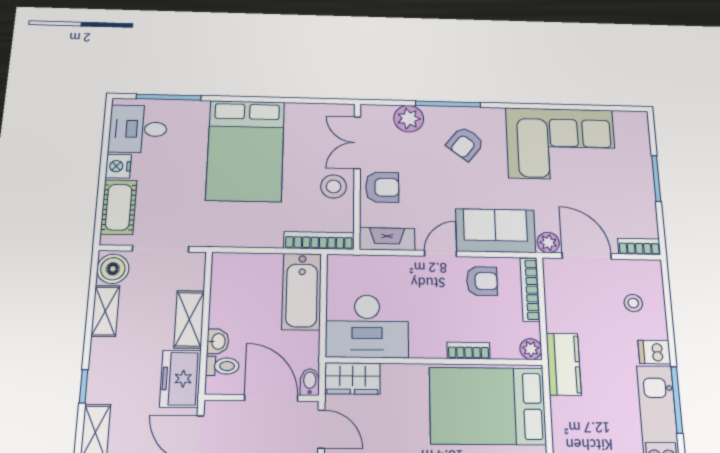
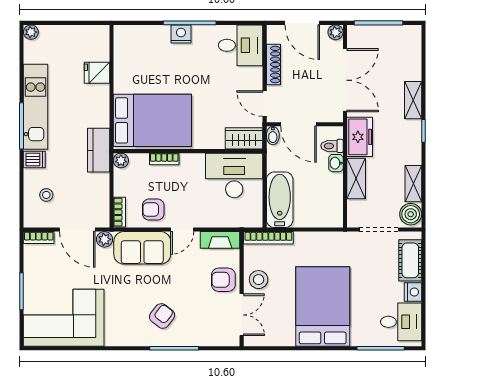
plant: (409, 119) -> (204, 335), removed
corner sofa: (561, 144) -> (64, 318), moved
bookcase: (530, 290) -> (119, 212), width x0.64

